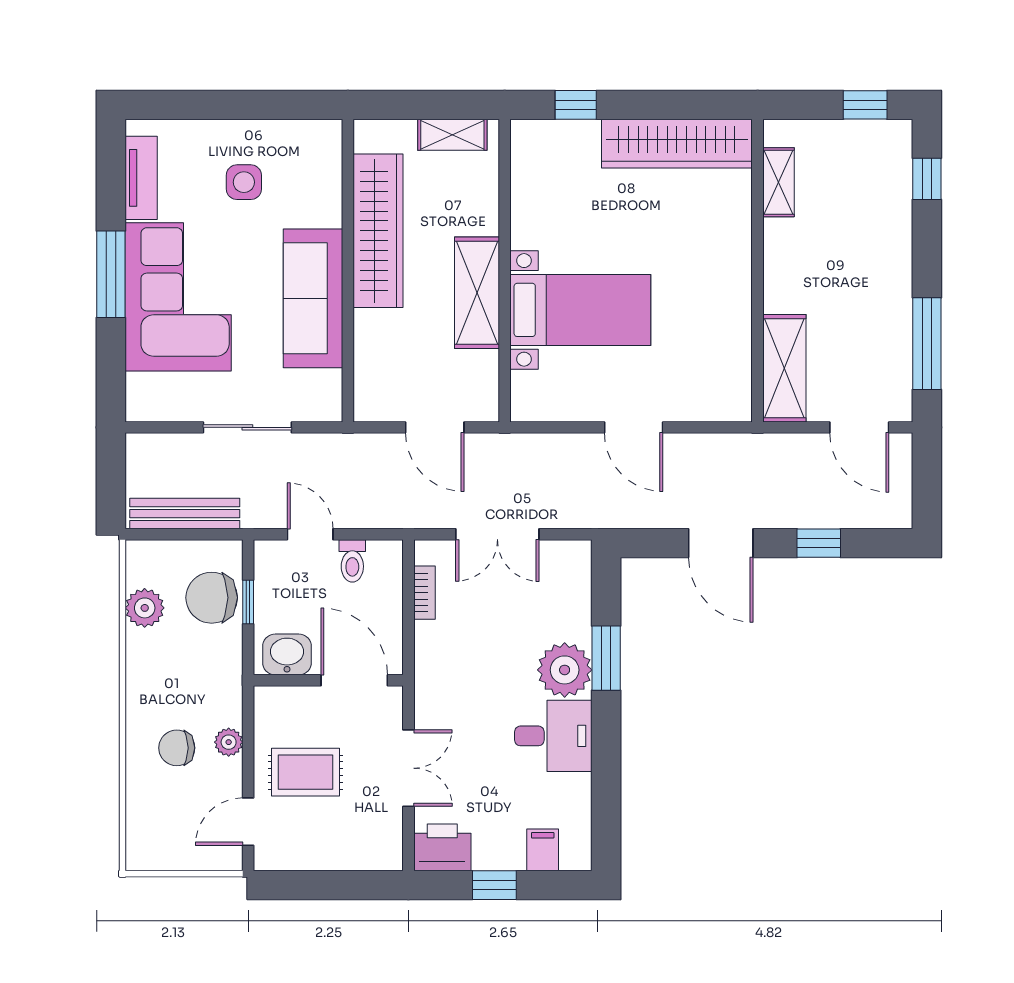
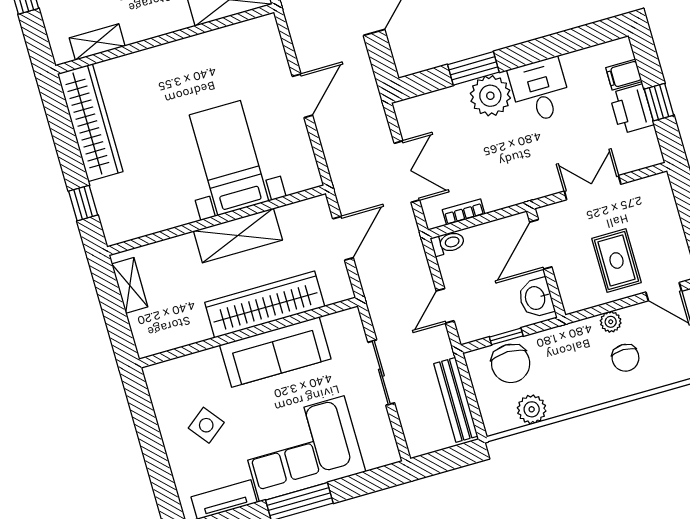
side table: (244, 182) -> (206, 425), turned -38
wardrobe: (378, 231) -> (265, 305), moved
toilet: (352, 561) -> (448, 243), moved
printer: (442, 847) -> (632, 109), moved

